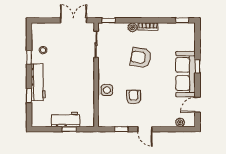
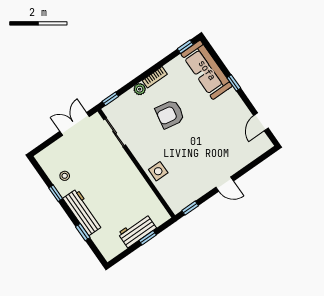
sofa: (186, 74) -> (207, 70), moved
armchair: (134, 97) -> (190, 159), removed
plant: (180, 122) -> (256, 152), removed
window: (121, 129) -> (190, 208), moved

